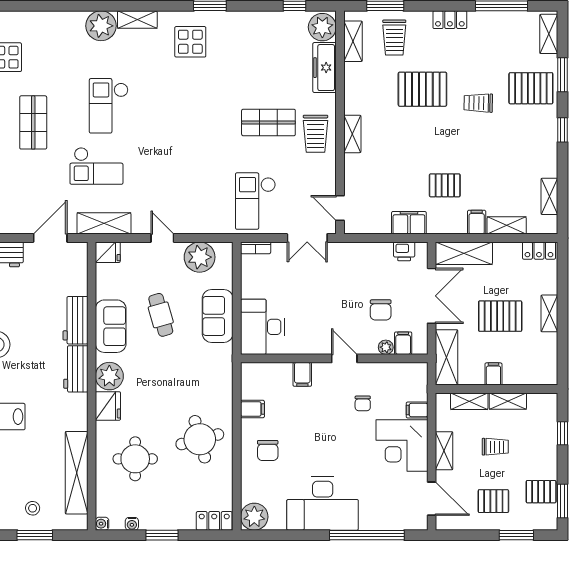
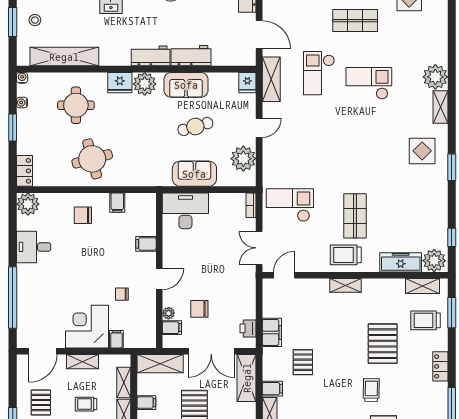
trolley: (495, 447) -> (86, 404), turned 90
desk: (323, 504) -> (34, 247), width x0.53, depth x0.77

